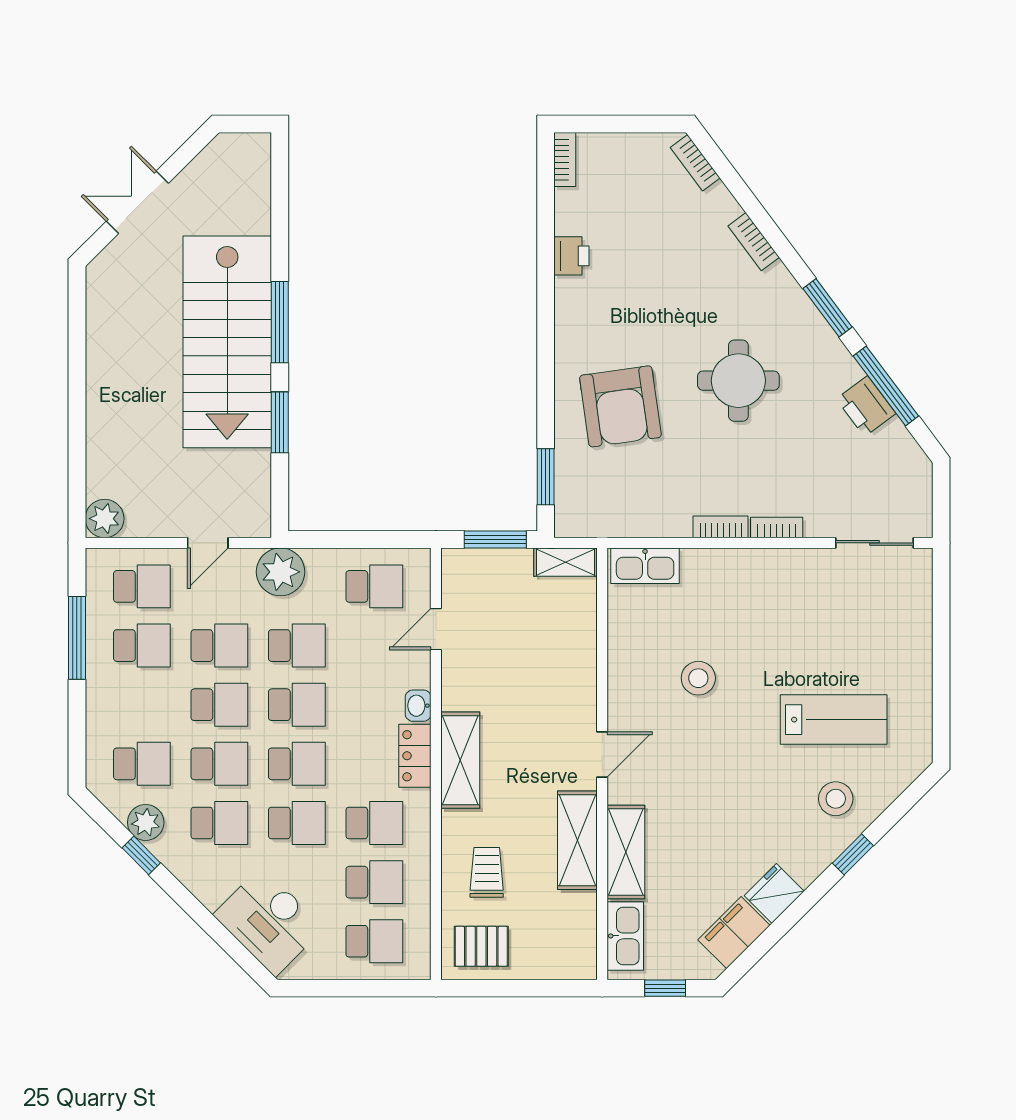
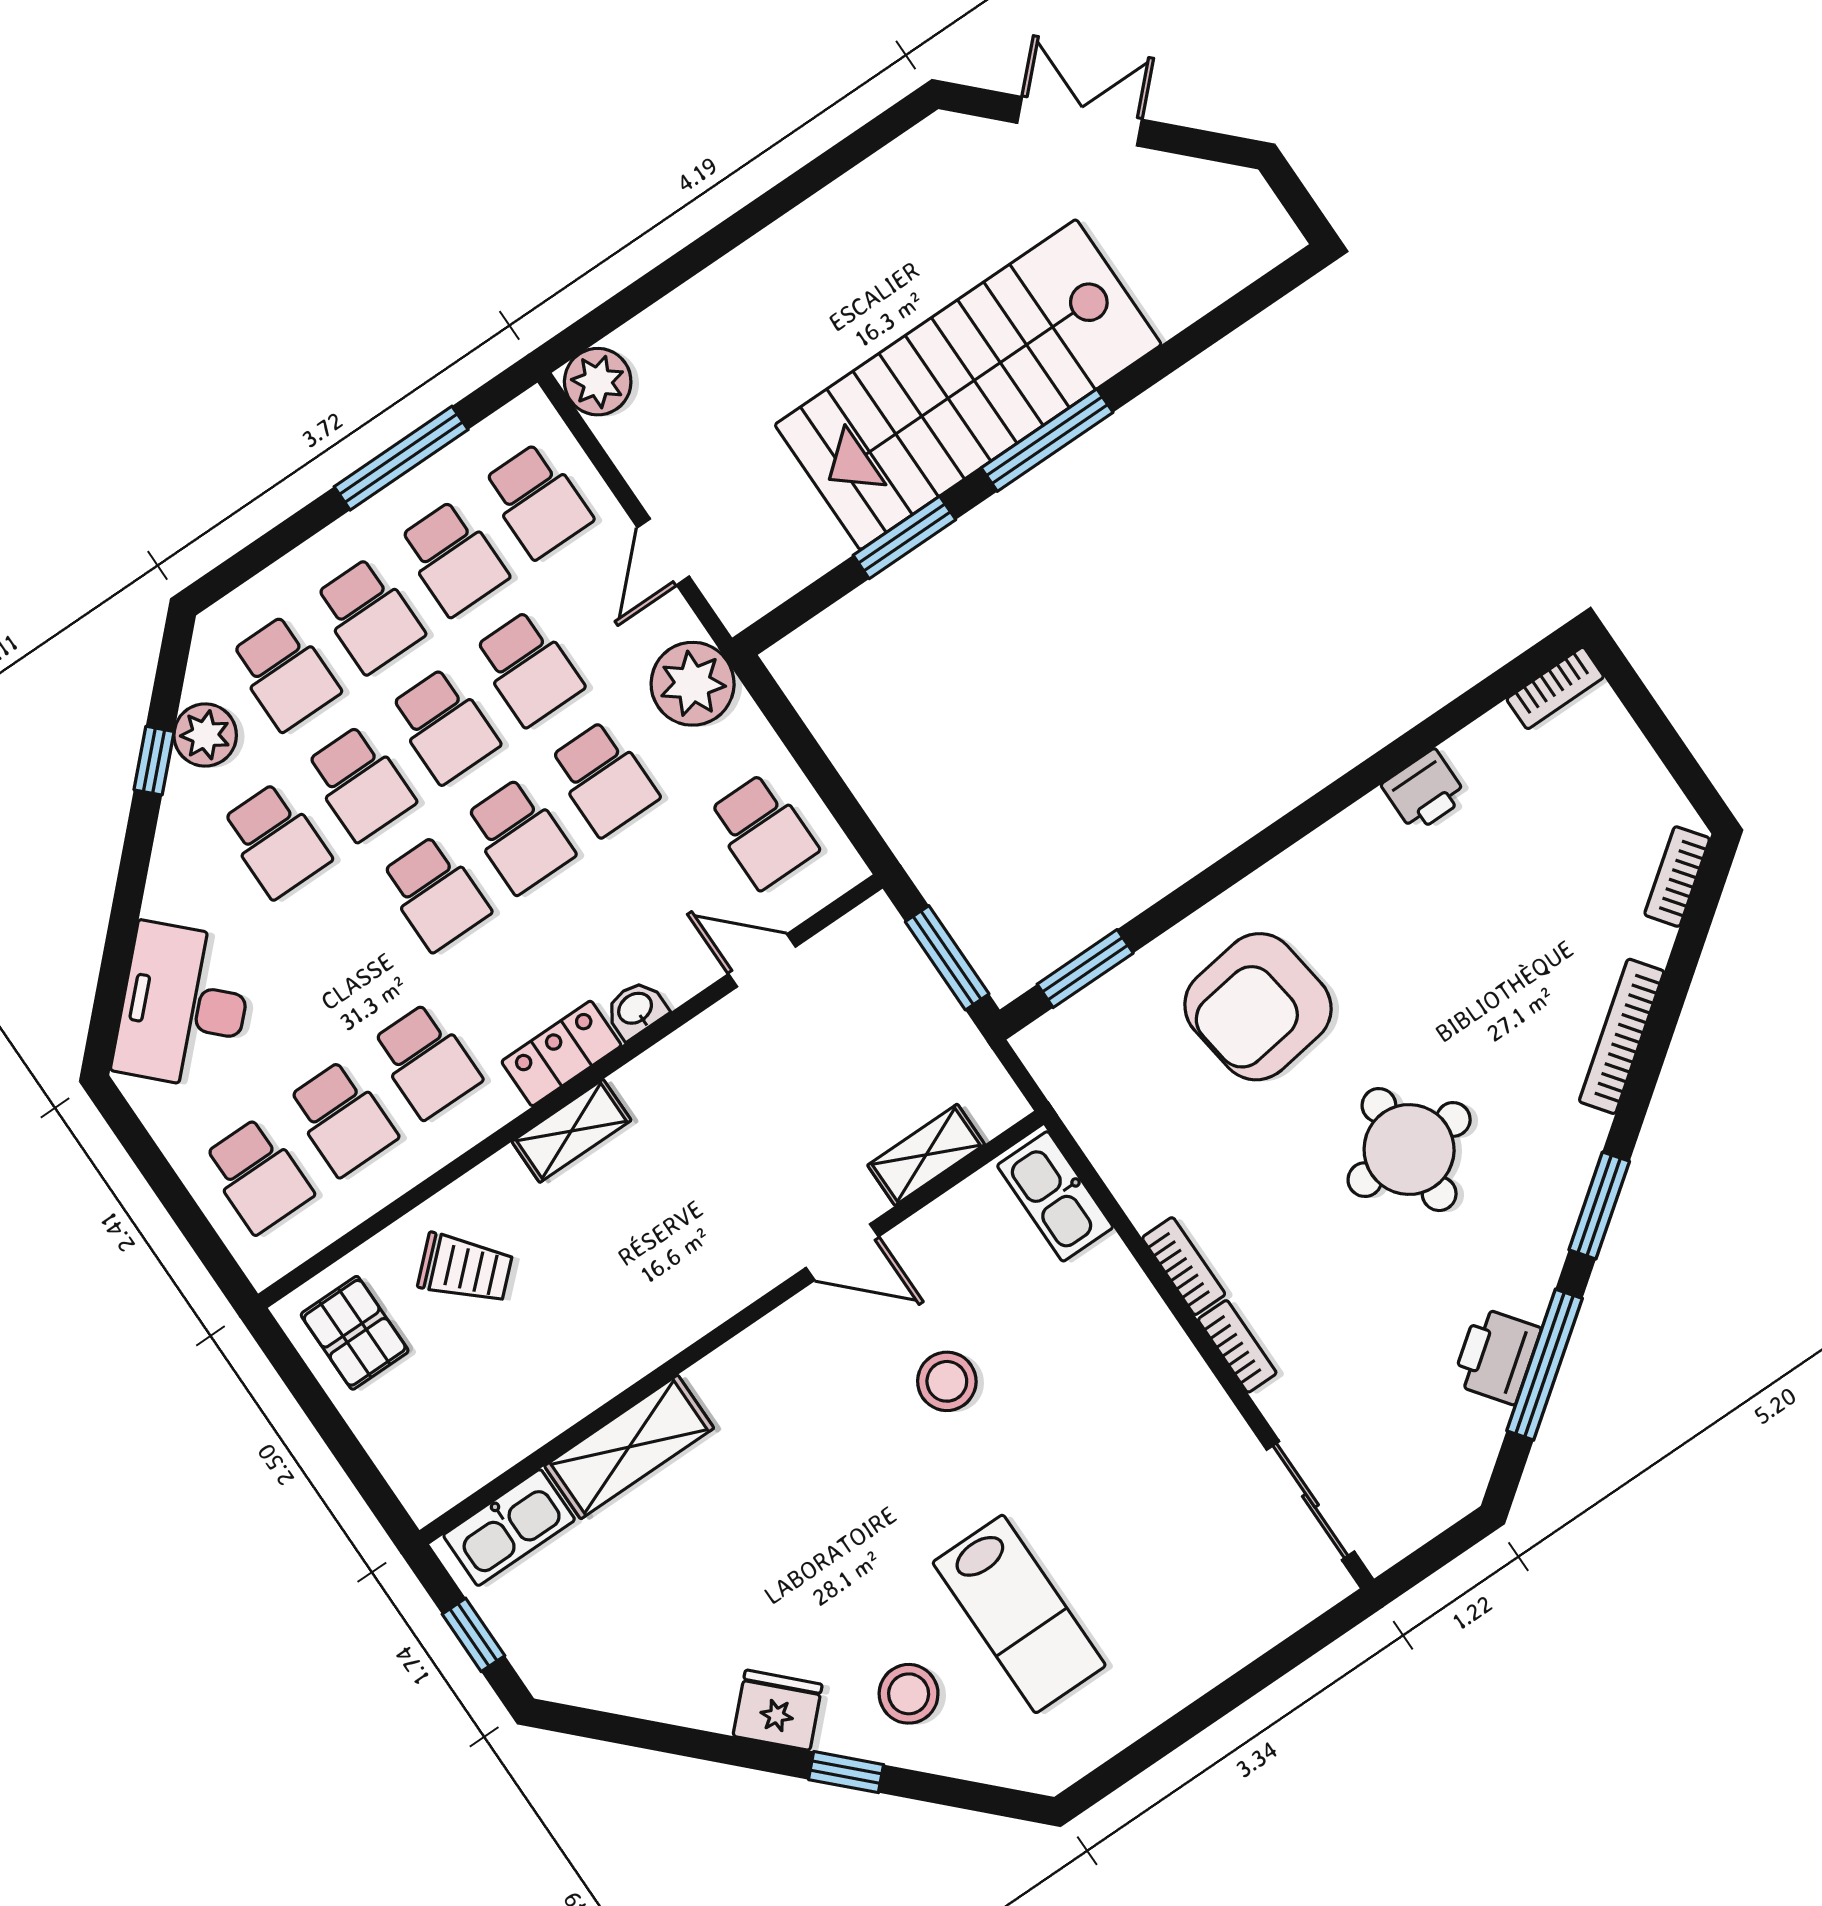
bookcase: (754, 242) -> (1622, 1036), width x1.56
door: (208, 543) -> (663, 552), hinge flipped
shelving: (565, 562) -> (926, 1155), moved, turned 90
door: (602, 754) -> (842, 1252), moved
shelving: (460, 760) -> (571, 1131), width x0.67, depth x0.75
school desk: (297, 823) -> (369, 615), moved
shelving: (577, 840) -> (599, 1367), removed
trolley: (487, 872) -> (465, 1269), turned 47
fridge: (774, 893) -> (778, 1710), moved
filing cabinet: (734, 933) -> (619, 1679), removed

